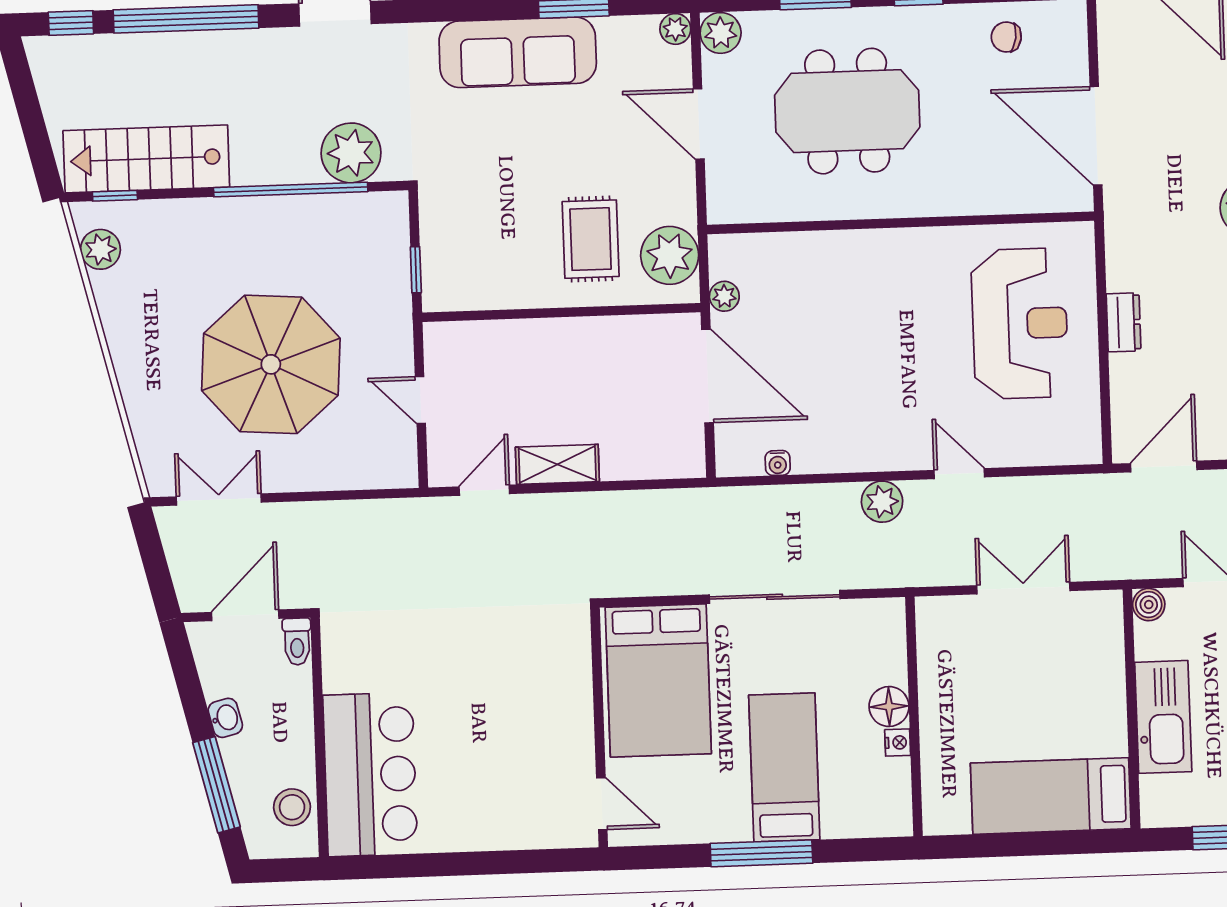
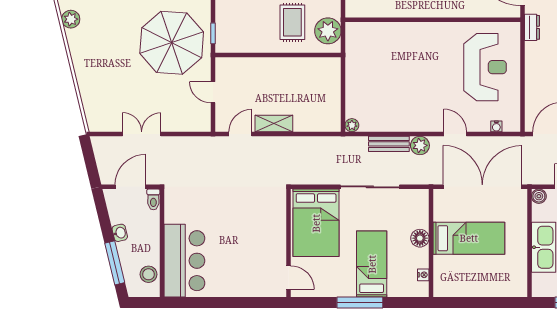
plant: (724, 296) -> (352, 125), moved
dresser: (1124, 322) -> (532, 27), moved
parasol: (271, 364) -> (172, 43), moved
door: (708, 376) -> (343, 86), removed
water cooler: (778, 463) -> (496, 126), moved
double door: (219, 500) -> (142, 134), moved
bench: (813, 501) -> (389, 144), added
double door: (1023, 588) -> (482, 187), width x1.87
nightstand: (898, 743) -> (423, 275), moved
bed: (1051, 796) -> (469, 238), moved, turned 180

